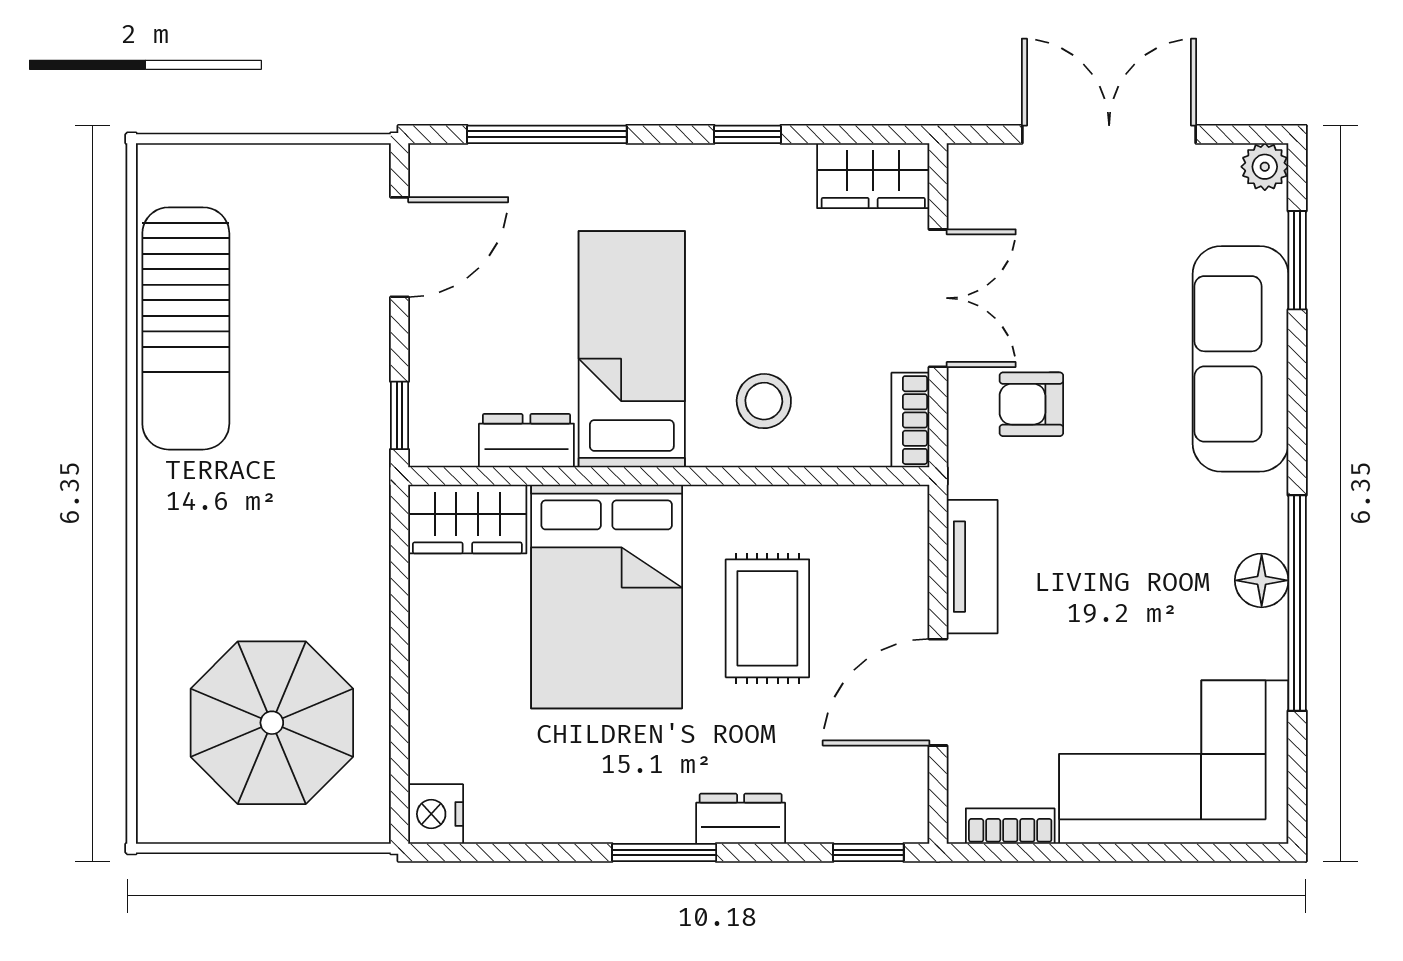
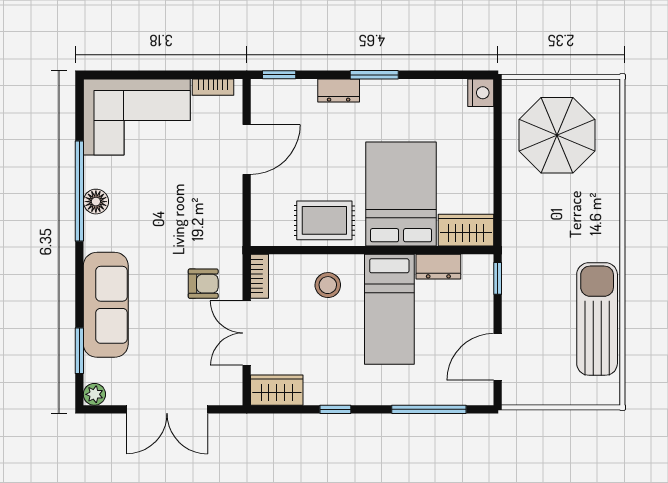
tv unit: (972, 567) -> (231, 208), removed
rug: (767, 618) -> (324, 220), moved, turned 90

